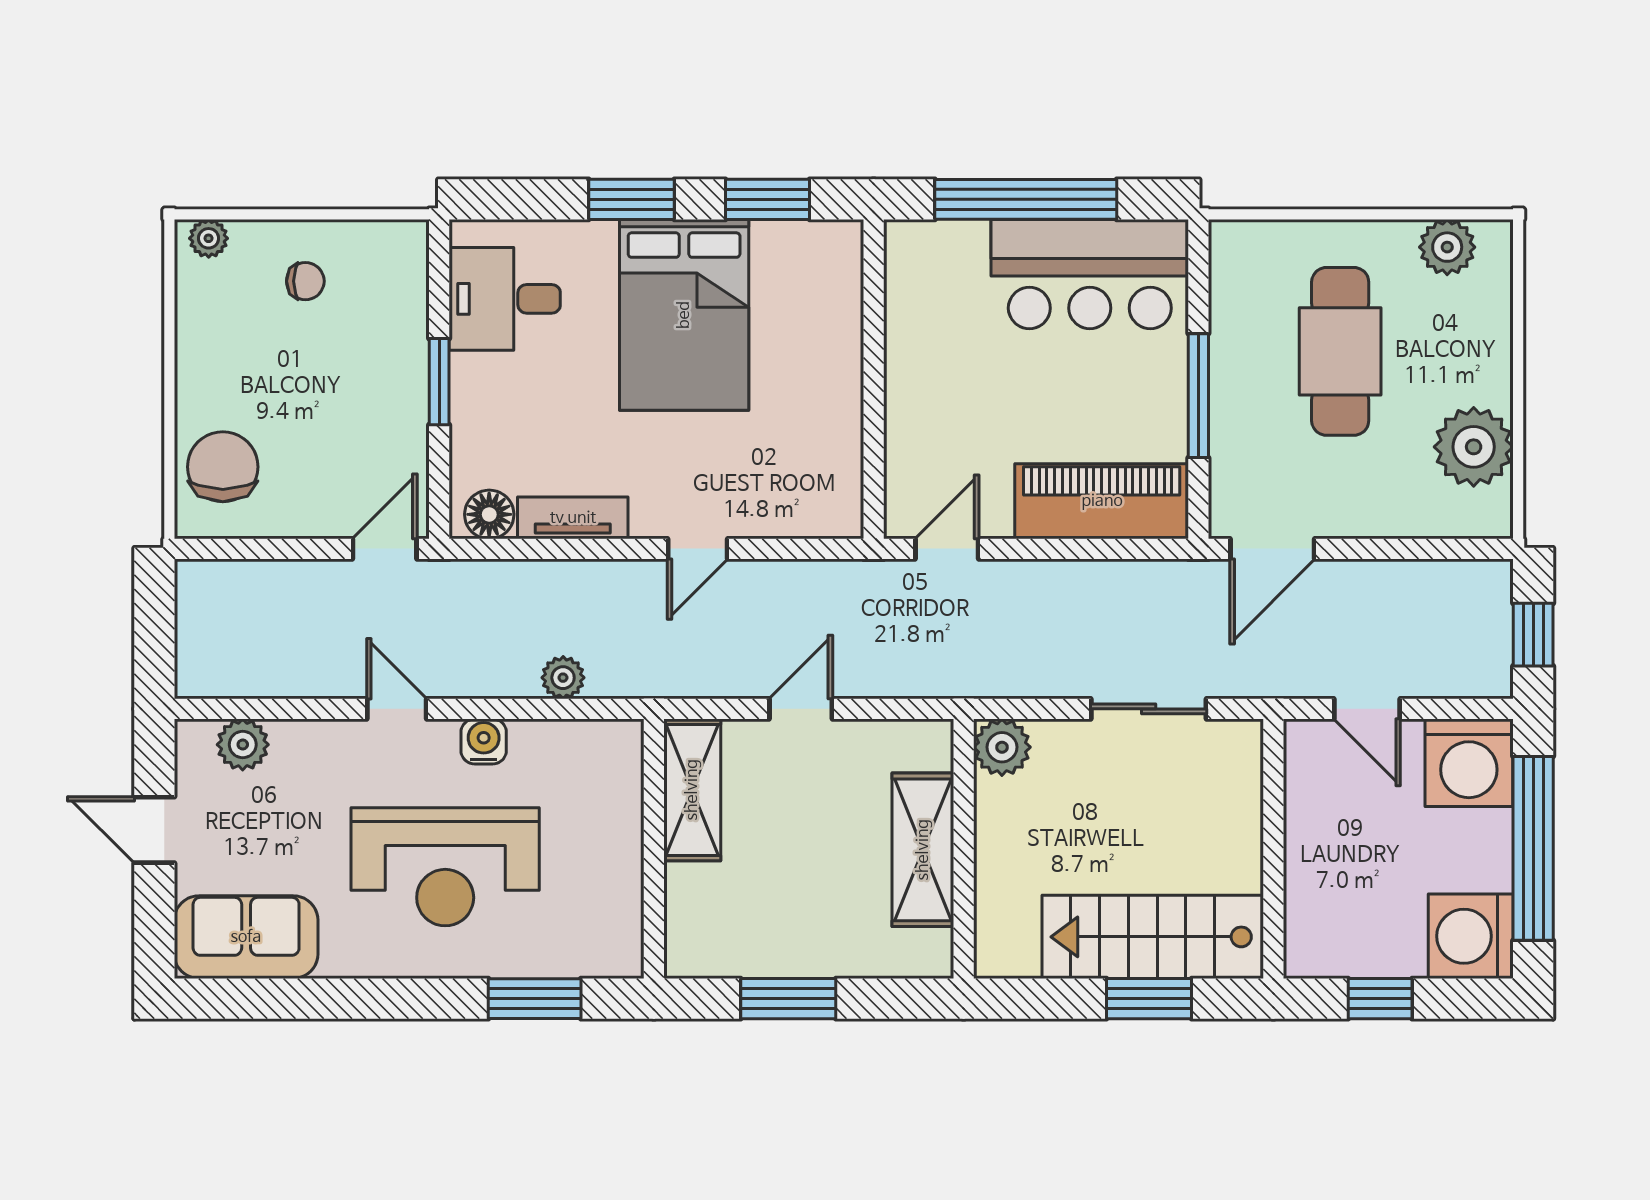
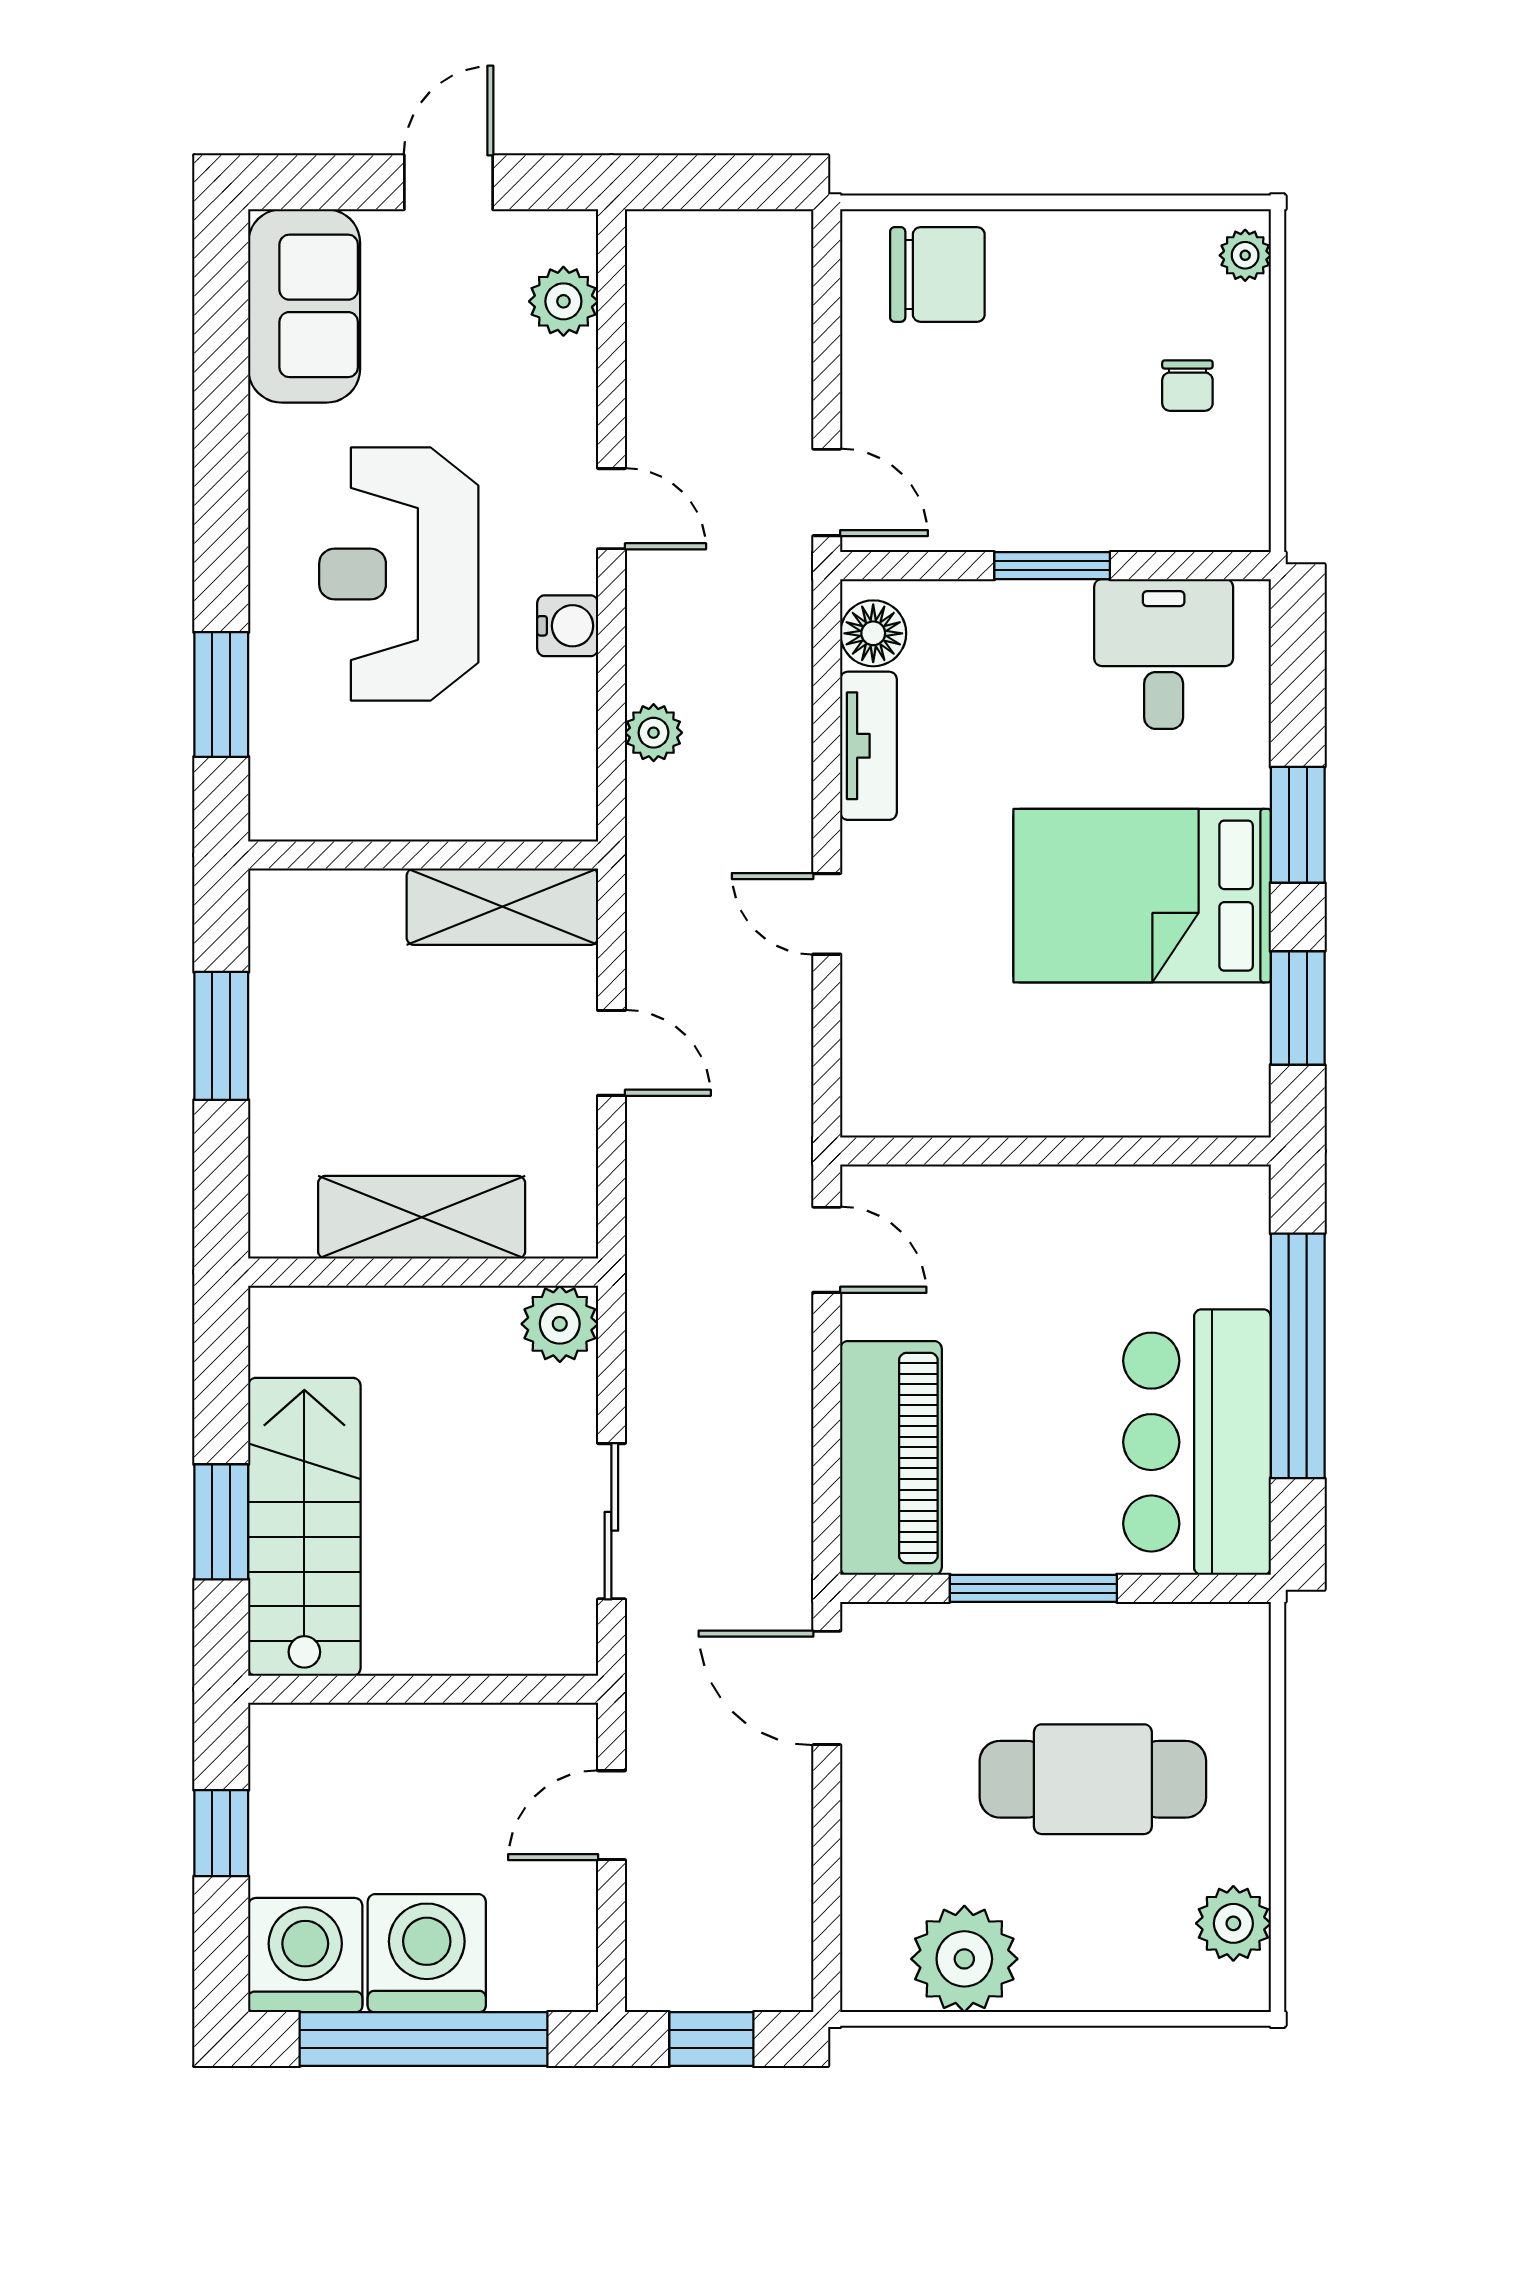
door: (397, 709) -> (611, 509), hinge flipped
washing machine: (1469, 763) -> (427, 1953), moved, turned 90

